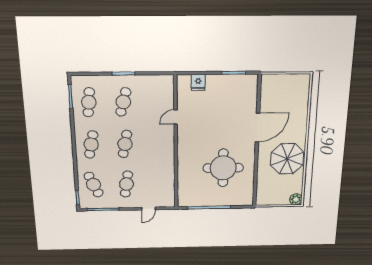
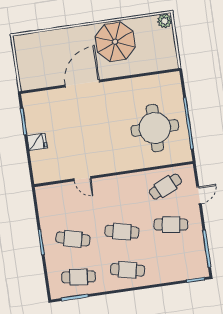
fridge: (198, 82) -> (37, 142), moved
door: (257, 128) -> (82, 84), hinge flipped
round table: (223, 168) -> (155, 128), moved
cafe table: (94, 185) -> (165, 186), moved
door: (149, 209) -> (199, 195), hinge flipped

